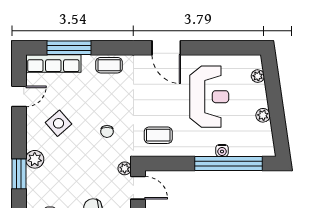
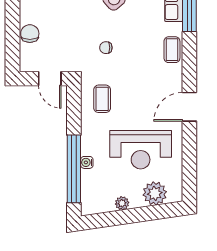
plant: (258, 76) -> (155, 193), width x1.87, depth x1.87
plant: (125, 168) -> (69, 65), removed
door: (138, 188) -> (50, 79), hinge flipped

